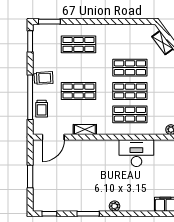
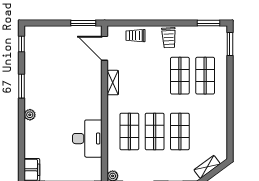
shop shelf: (79, 91) -> (180, 76), moved
window: (30, 97) -> (148, 23), removed
window: (30, 176) -> (83, 23), moved

